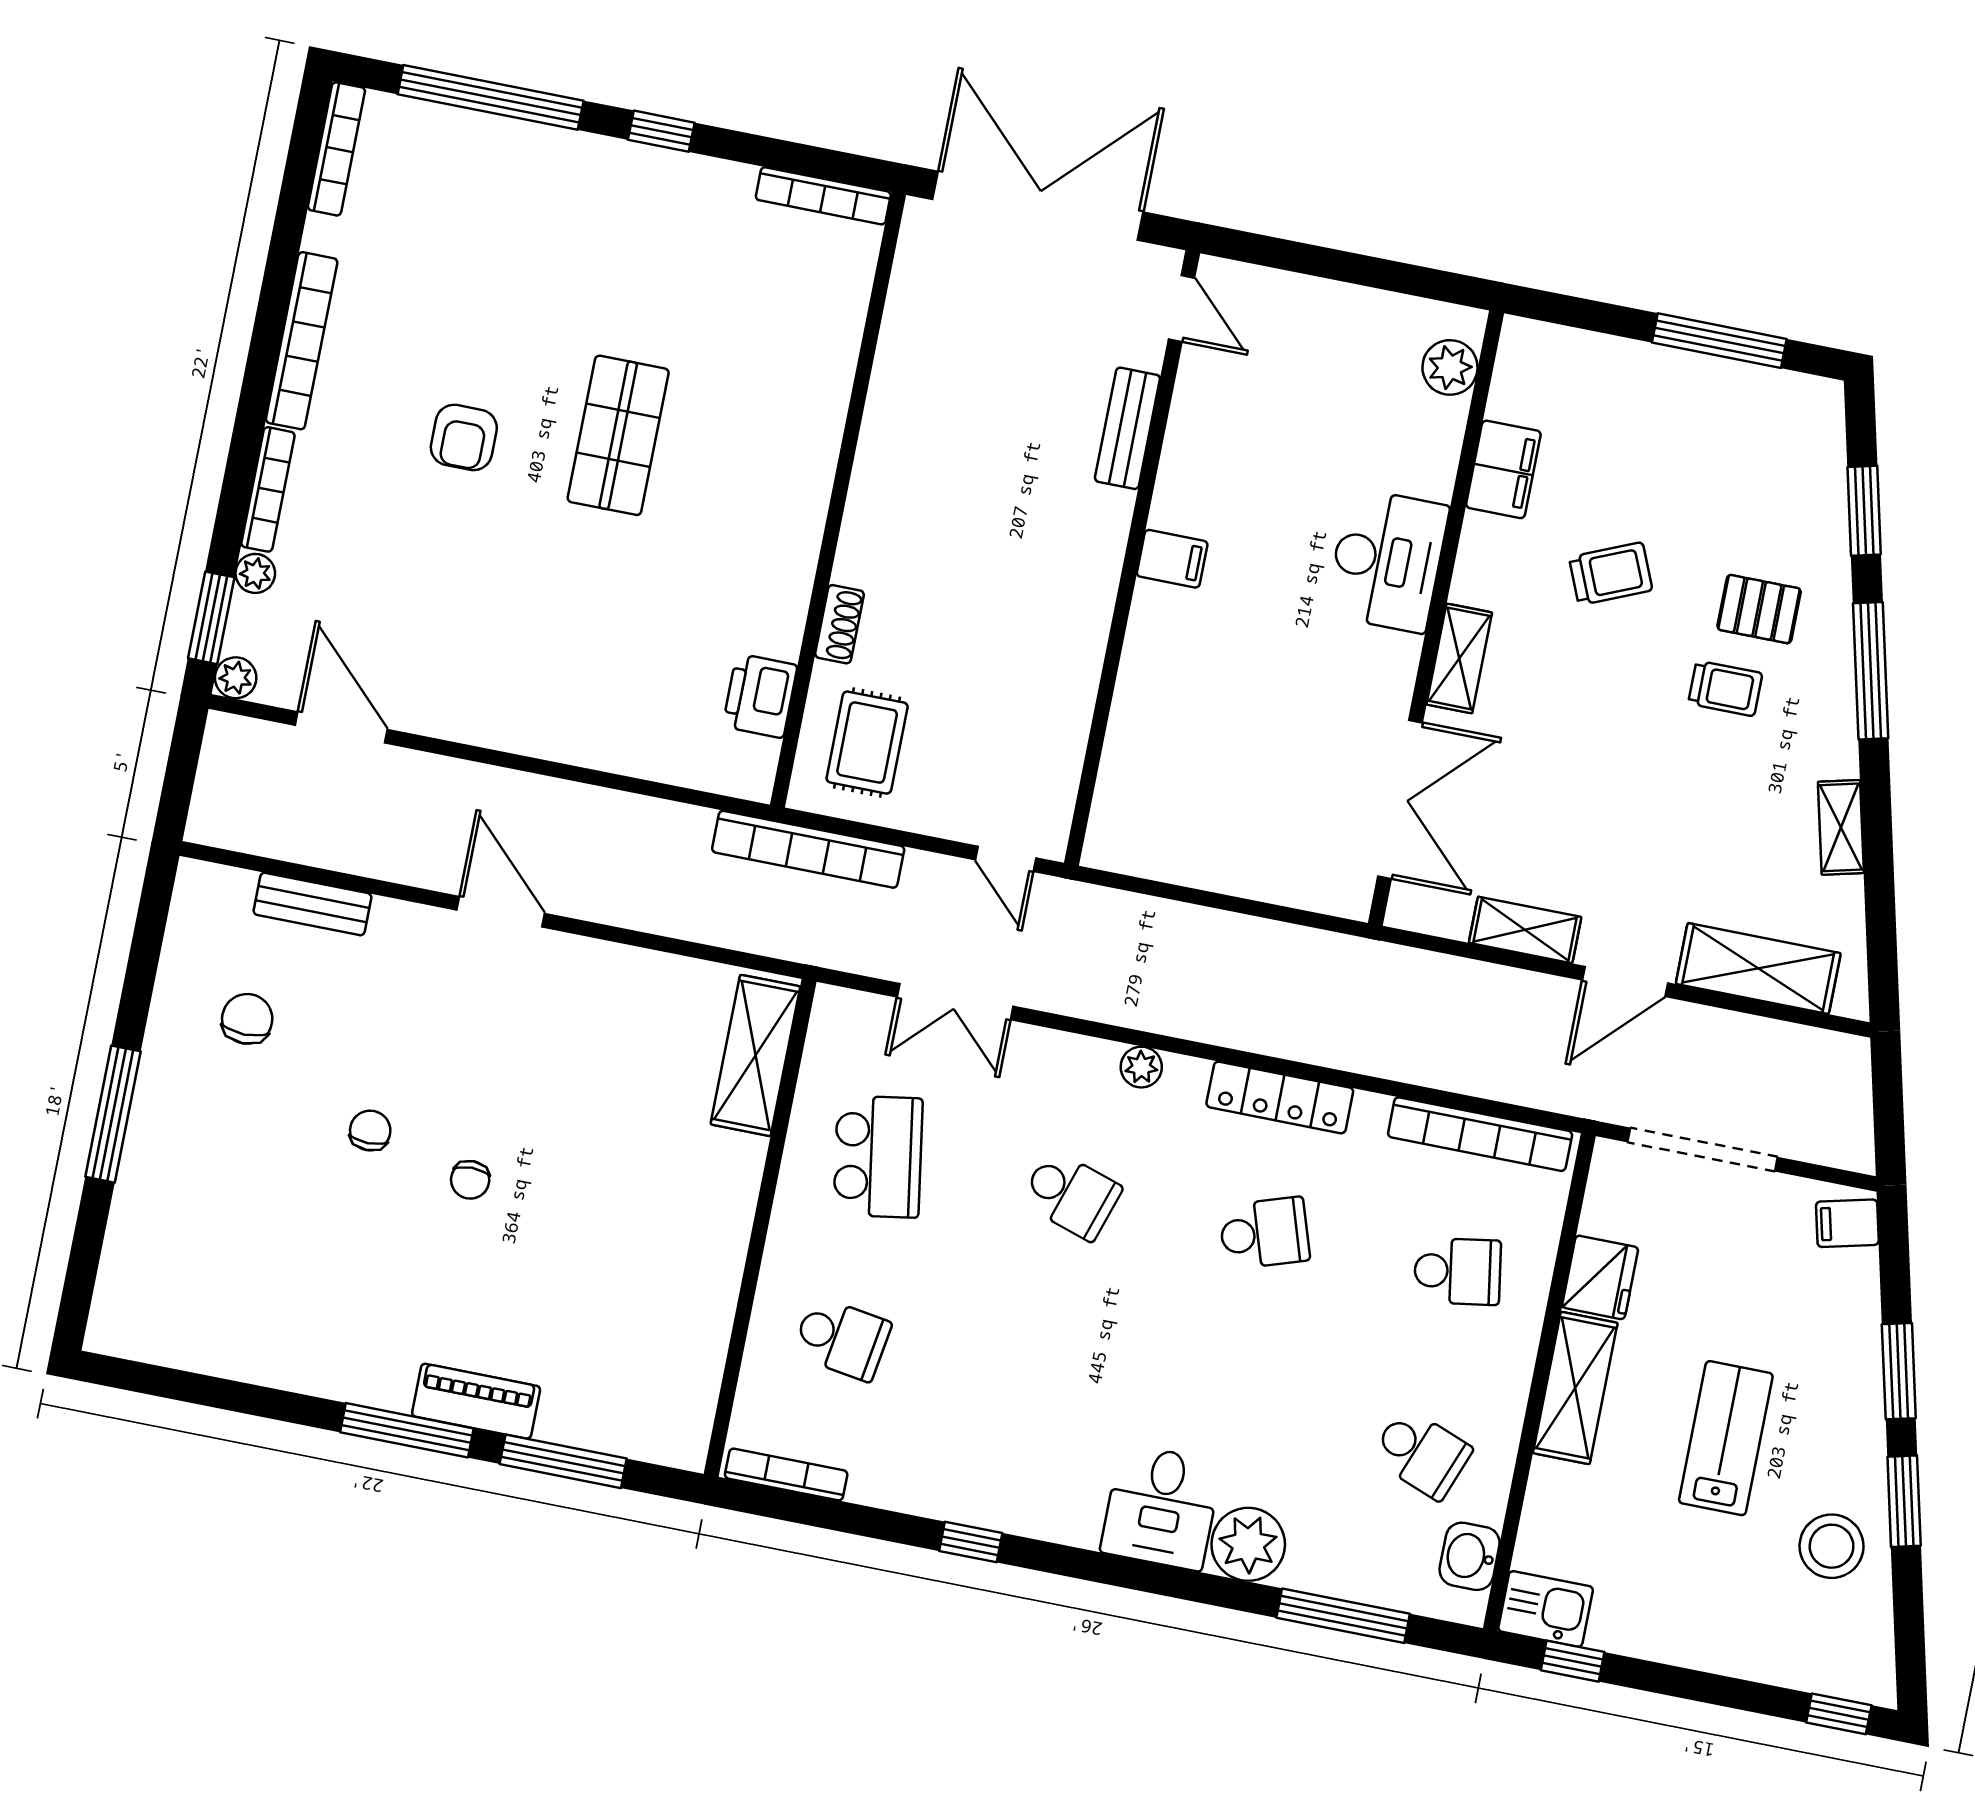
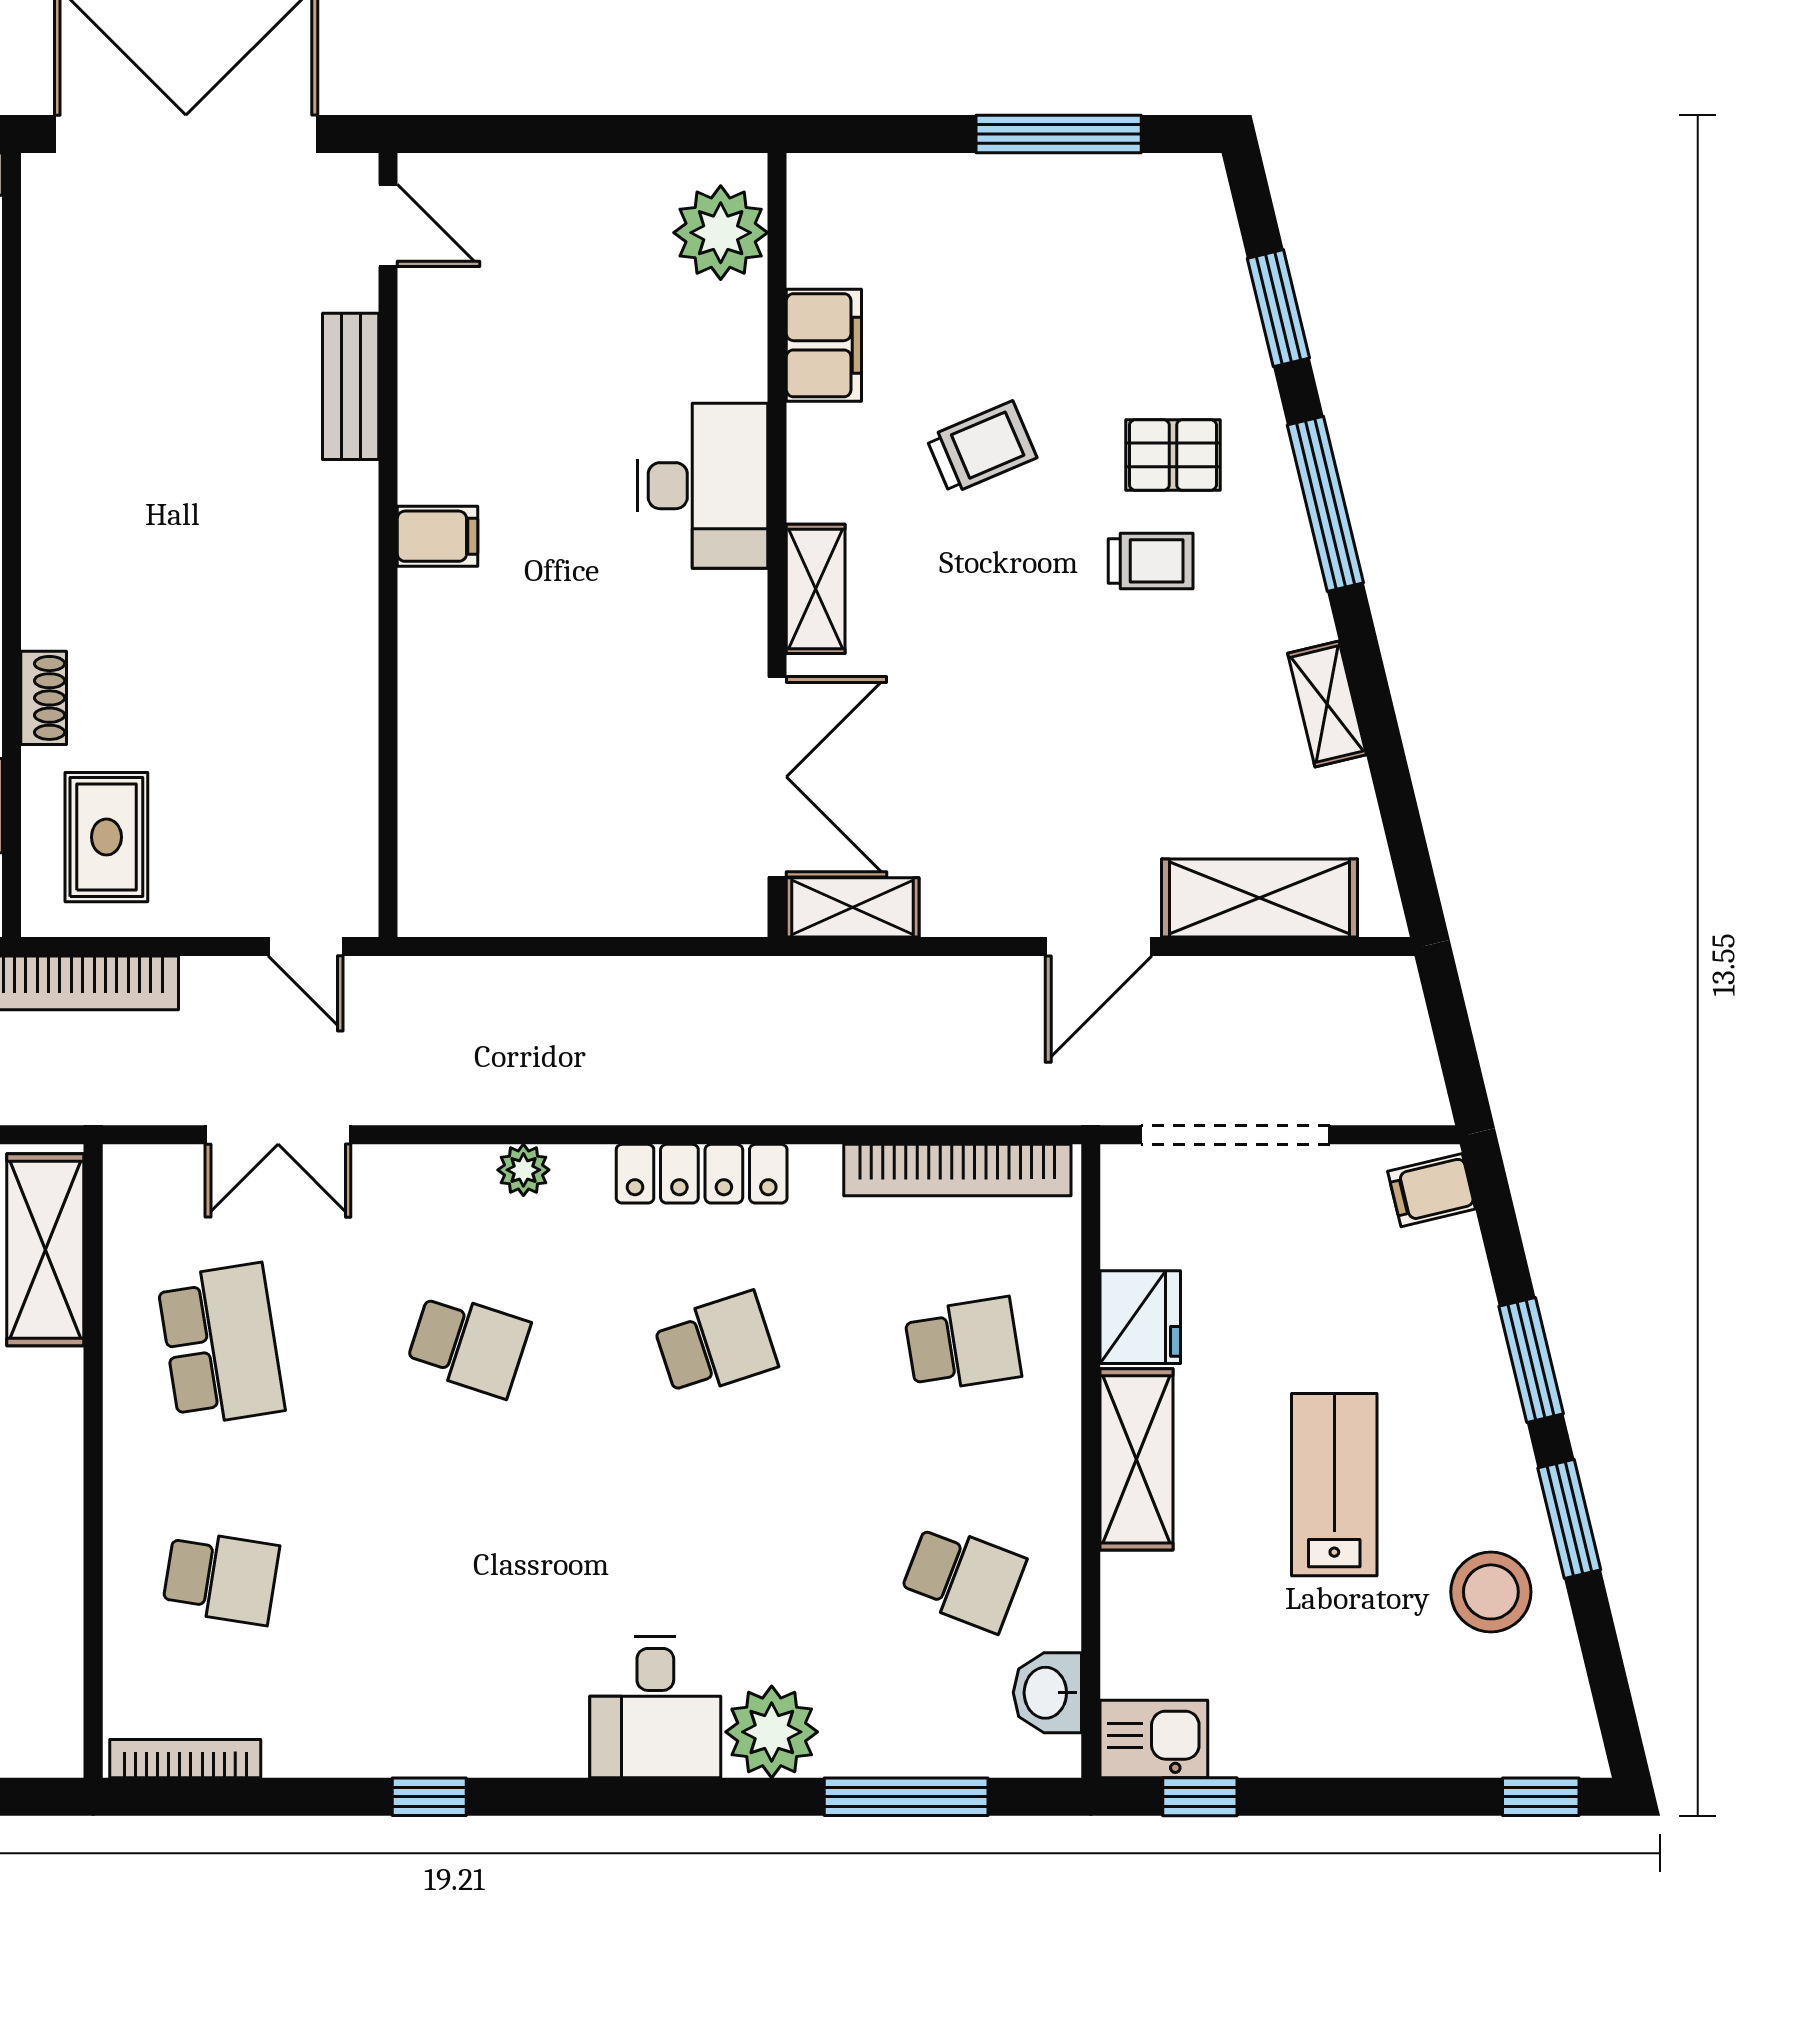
plant: (1450, 367) -> (721, 233), width x1.36, depth x1.36
shelving: (1525, 930) -> (853, 907), moved

